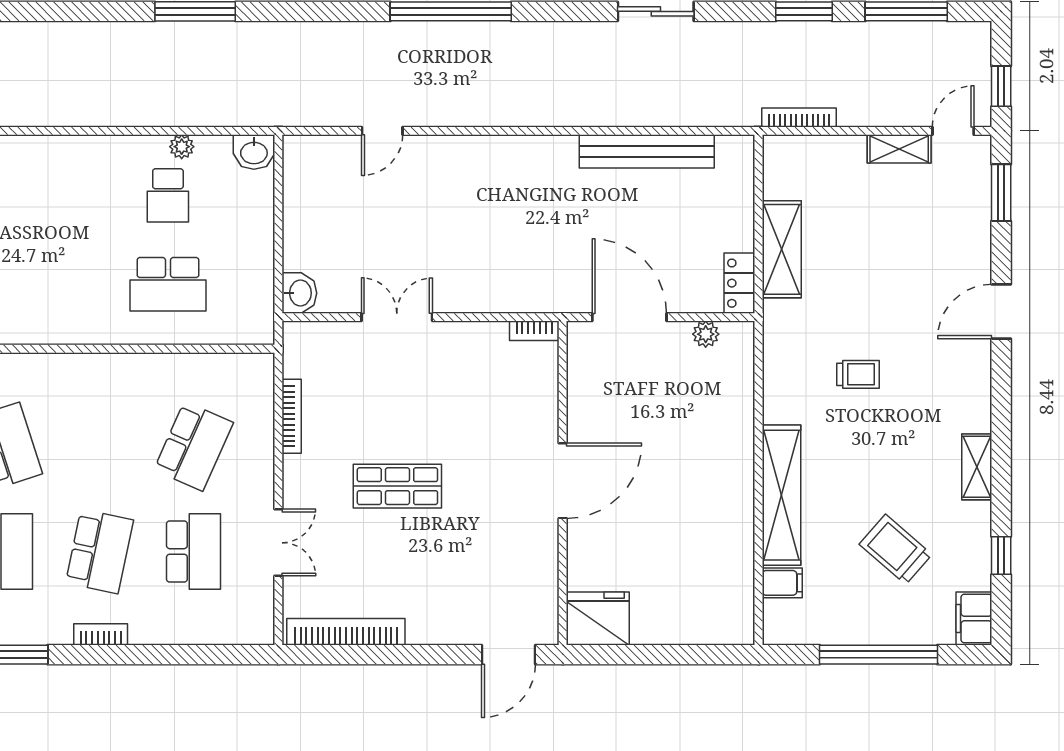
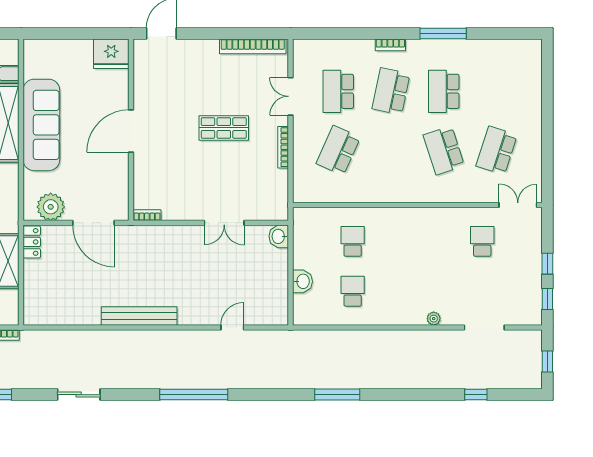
plant: (182, 147) -> (434, 319), moved
bench: (647, 151) -> (139, 316), moved
washbasin: (254, 152) -> (303, 281), moved, turned 90
school desk: (168, 284) -> (353, 241), width x0.54
plant: (706, 334) -> (51, 207), width x1.87, depth x1.87
bookcase: (292, 416) -> (283, 147), moved
sofa: (722, 492) -> (41, 125), added

